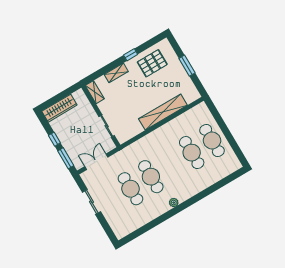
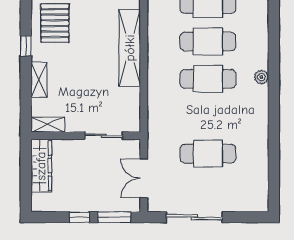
wardrobe: (59, 108) -> (41, 166), moved
cafe table: (151, 177) -> (208, 79), moved
sliding door: (91, 202) -> (194, 217), width x1.37
plant: (174, 203) -> (261, 77), moved

